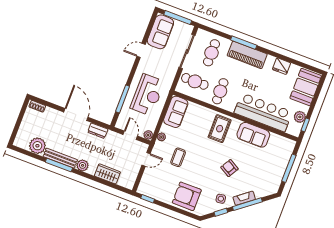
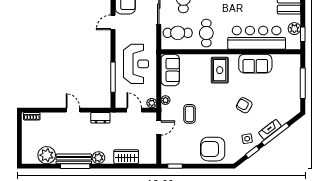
door: (76, 115) -> (73, 110), width x0.53

